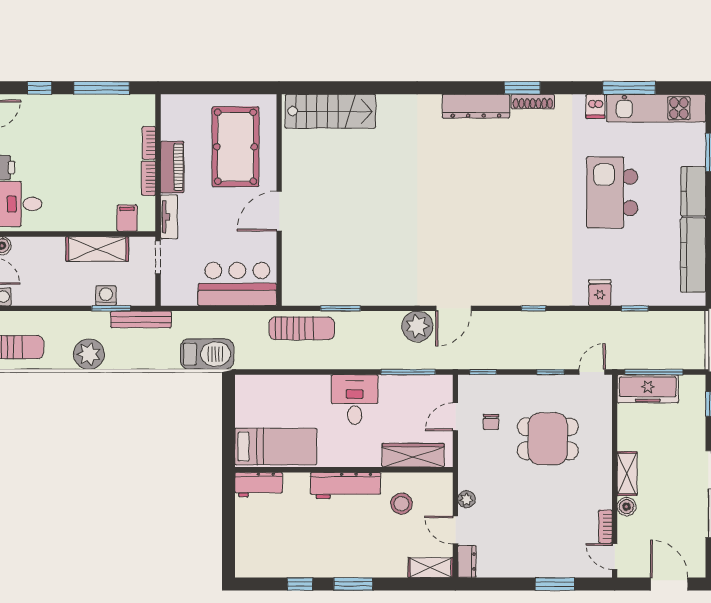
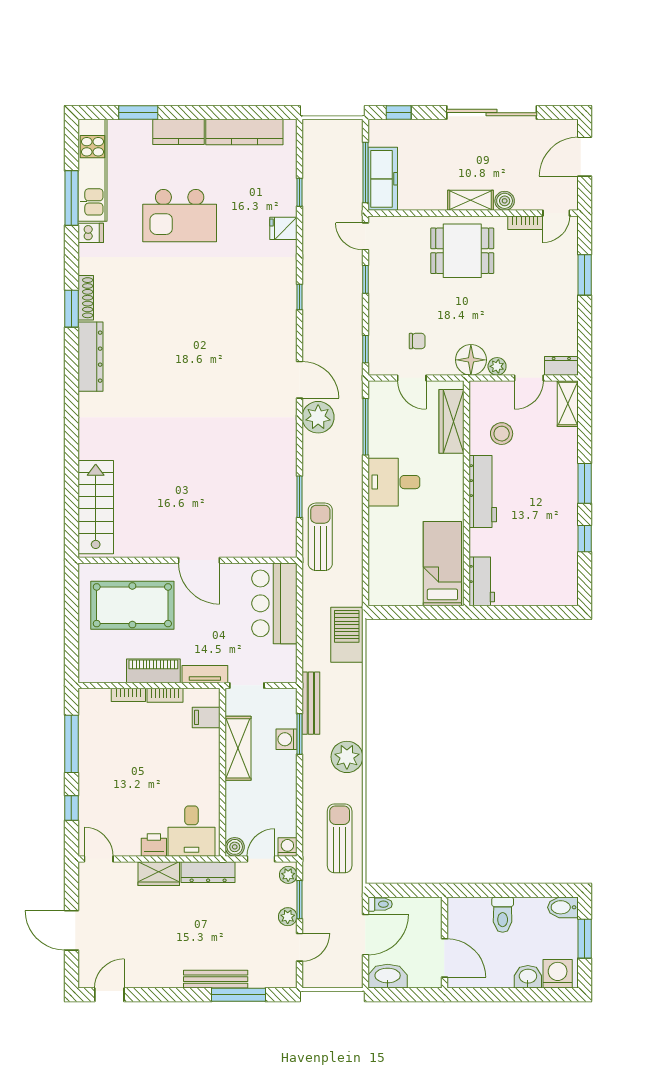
dining table: (548, 439) -> (462, 251), moved, turned 90
floor lamp: (473, 474) -> (471, 360), added

